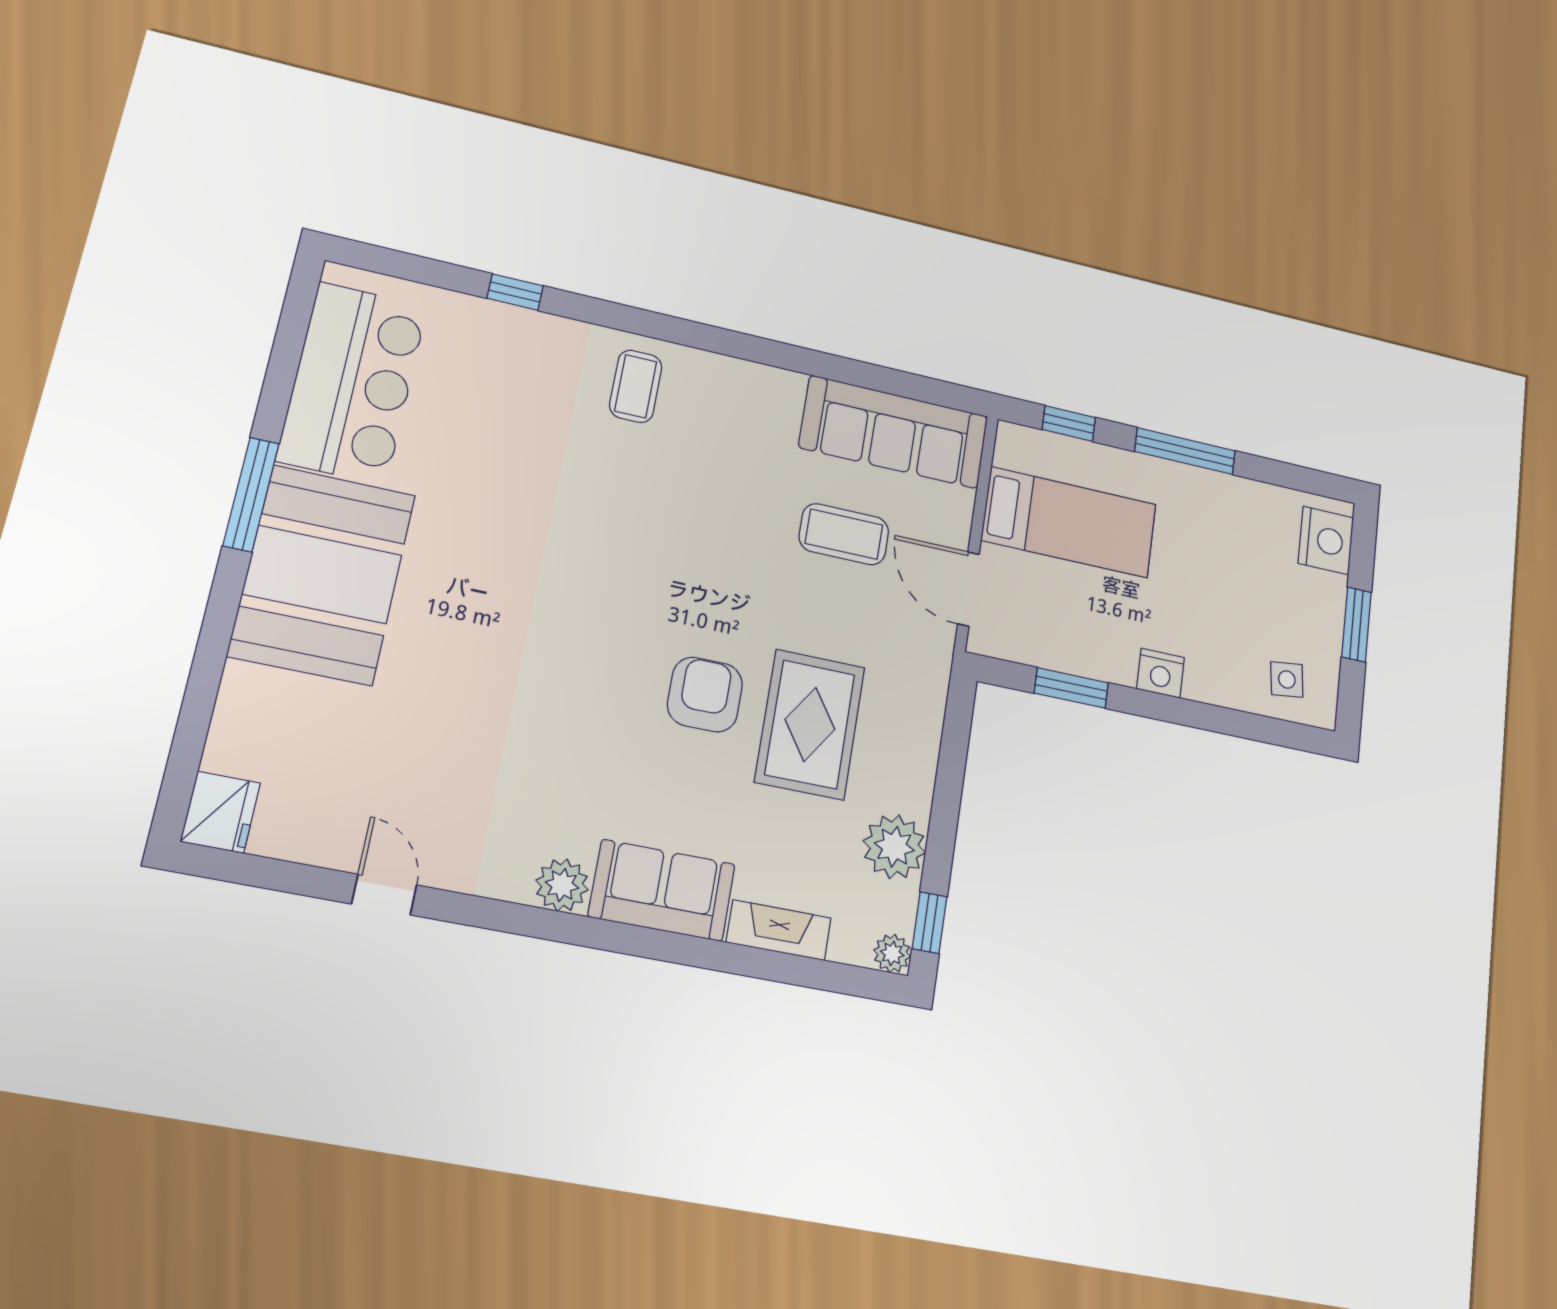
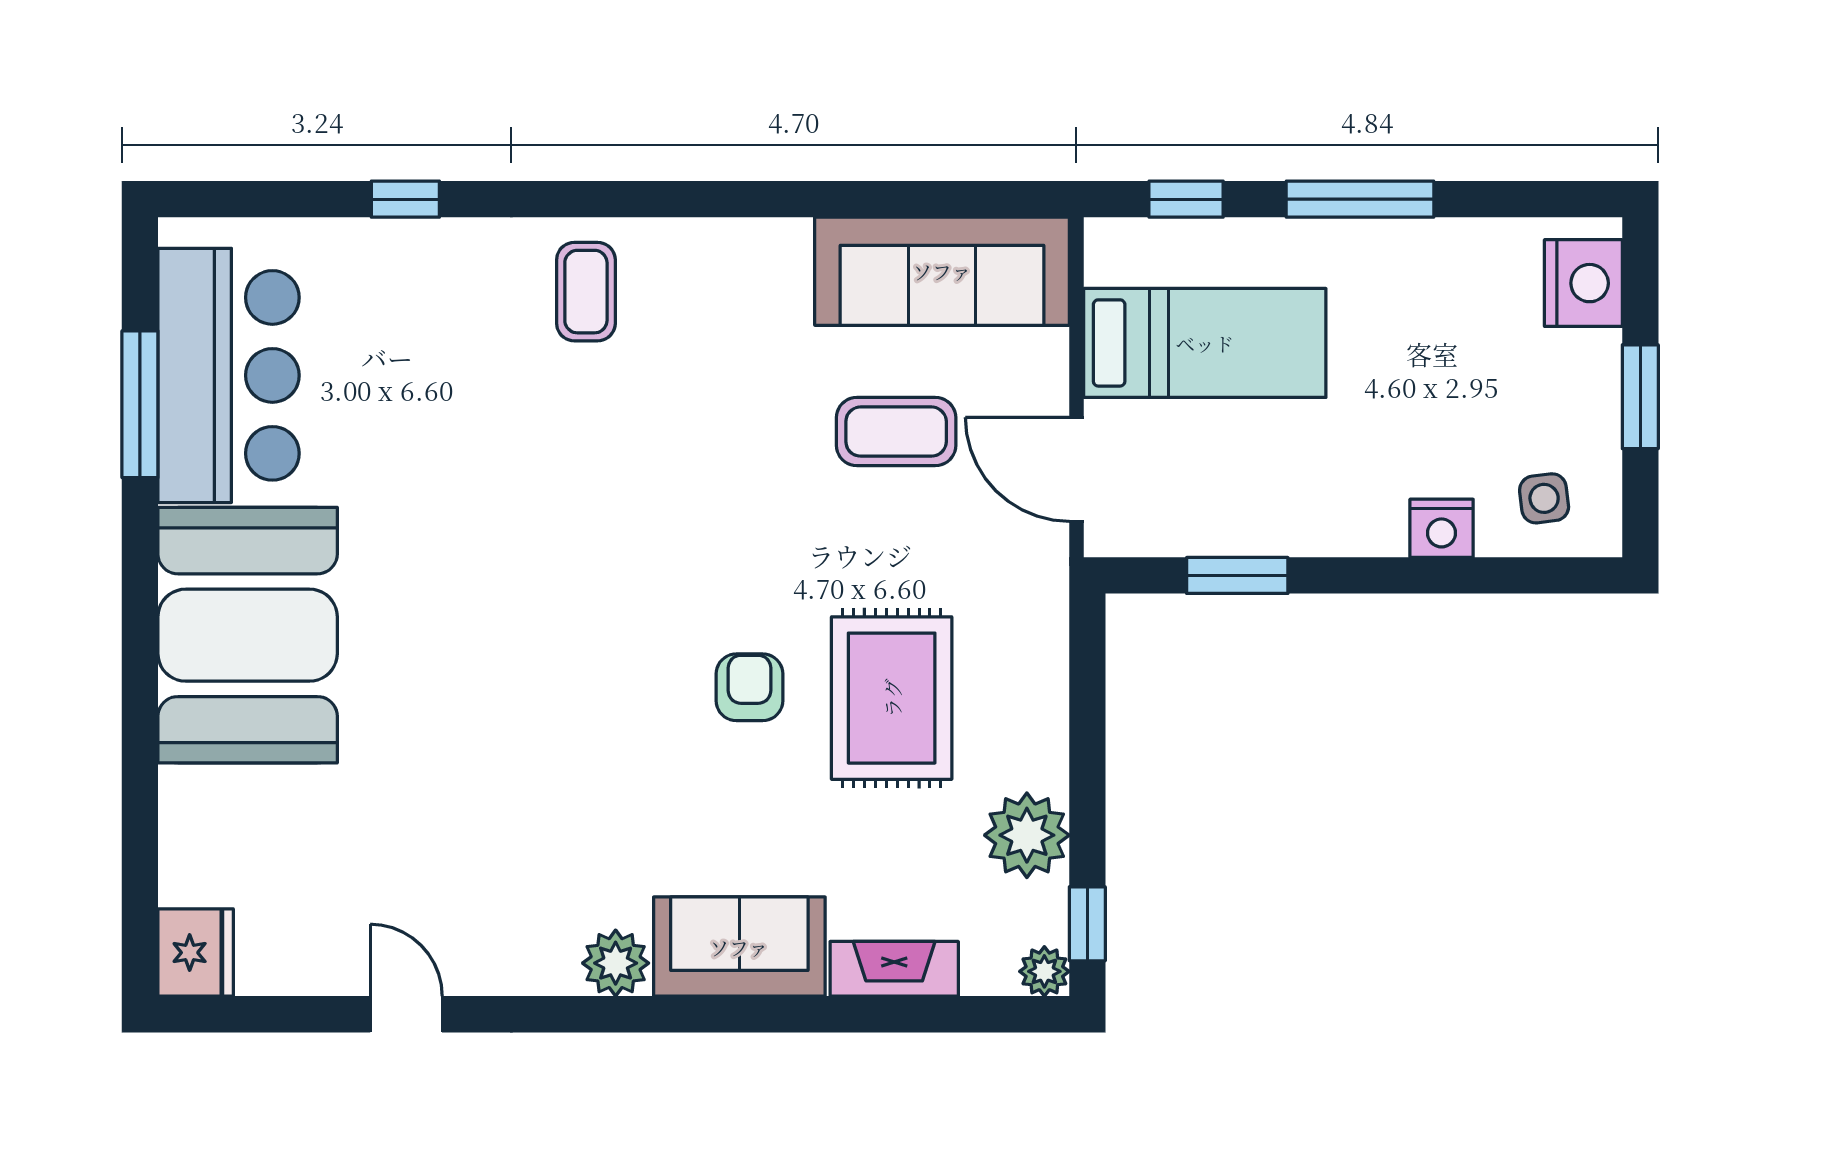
window: (251, 494) -> (140, 404), moved
nightstand: (1161, 673) -> (1442, 528), moved
armchair: (705, 695) -> (749, 687), width x0.72, depth x0.72

